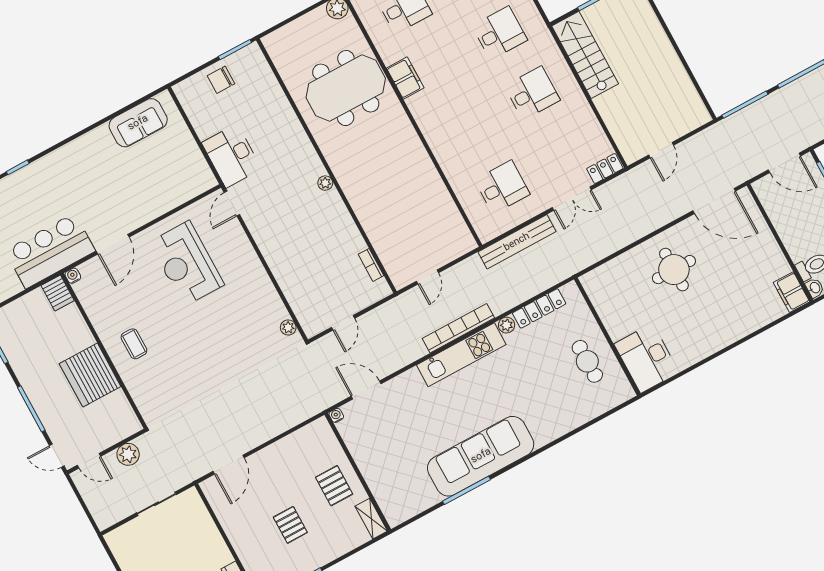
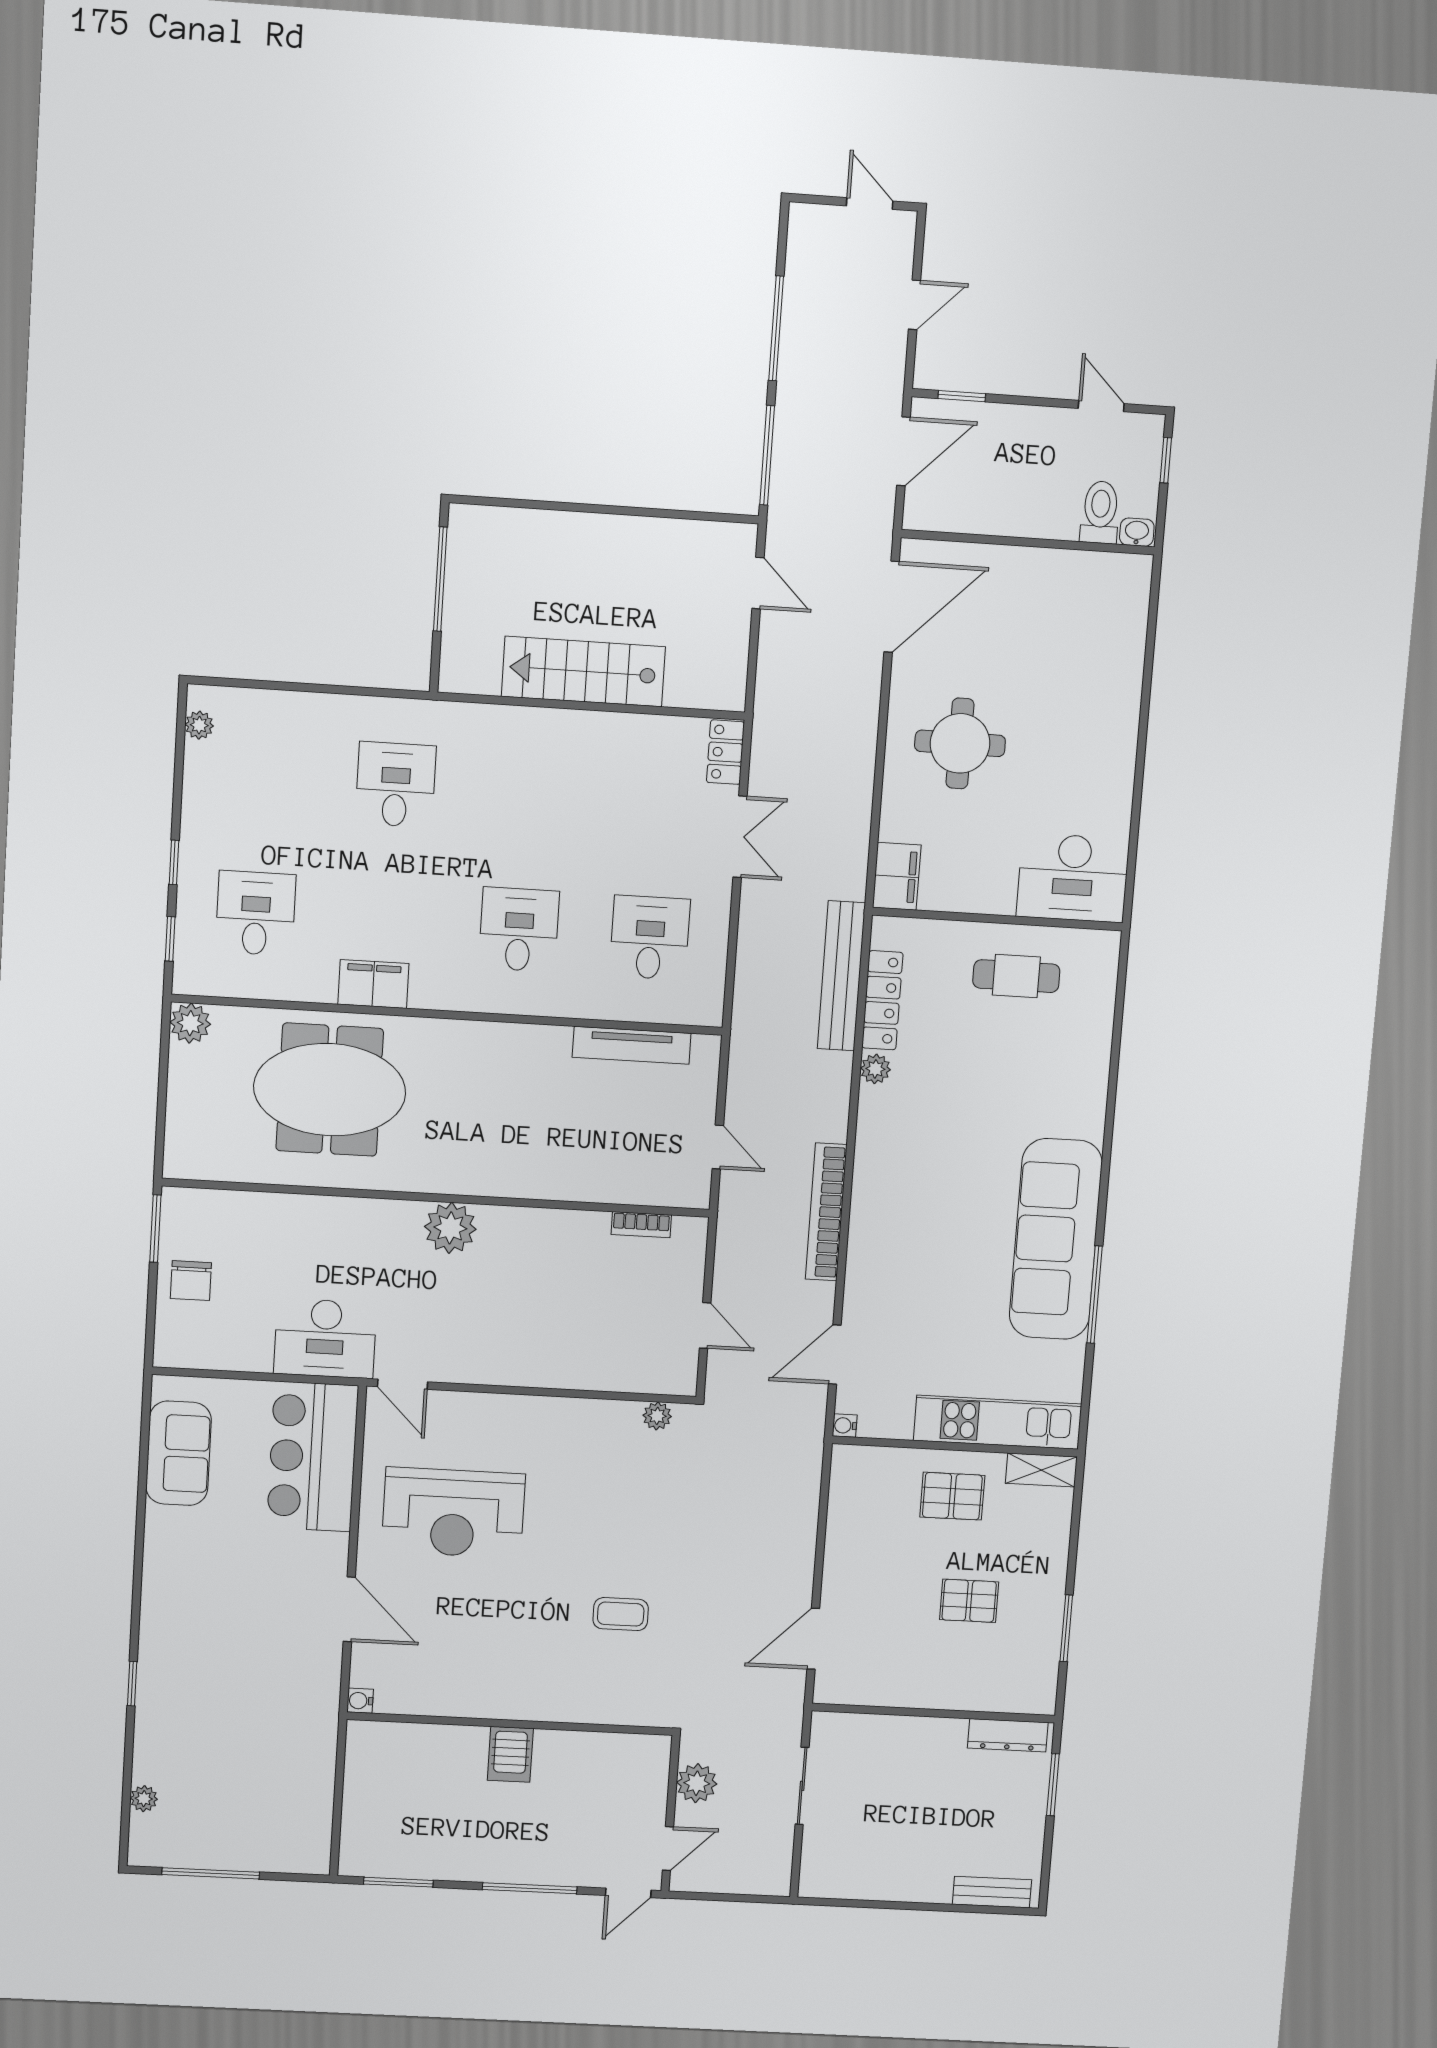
stairs: (585, 55) -> (583, 672), moved
meeting table: (346, 88) -> (330, 1090), turned 90
desk: (532, 93) -> (519, 929), moved
door: (661, 150) -> (758, 583), moved
plant: (325, 183) -> (450, 1228), width x1.88, depth x1.88
tv unit: (449, 209) -> (632, 1045), added
bench: (517, 242) -> (841, 976), moved
bar counter: (50, 251) -> (313, 1457), moved
filing cabinet: (791, 292) -> (897, 876), moved, turned -90
server rack: (58, 293) -> (373, 1740), removed
bookcase: (458, 328) -> (826, 1212), moved
coffee table: (134, 344) -> (621, 1614), moved
kitchen unit: (461, 355) -> (998, 1422), moved, turned -90
server rack: (90, 375) -> (510, 1754), width x0.46, depth x0.70
door: (229, 465) -> (813, 1639), swing flipped

